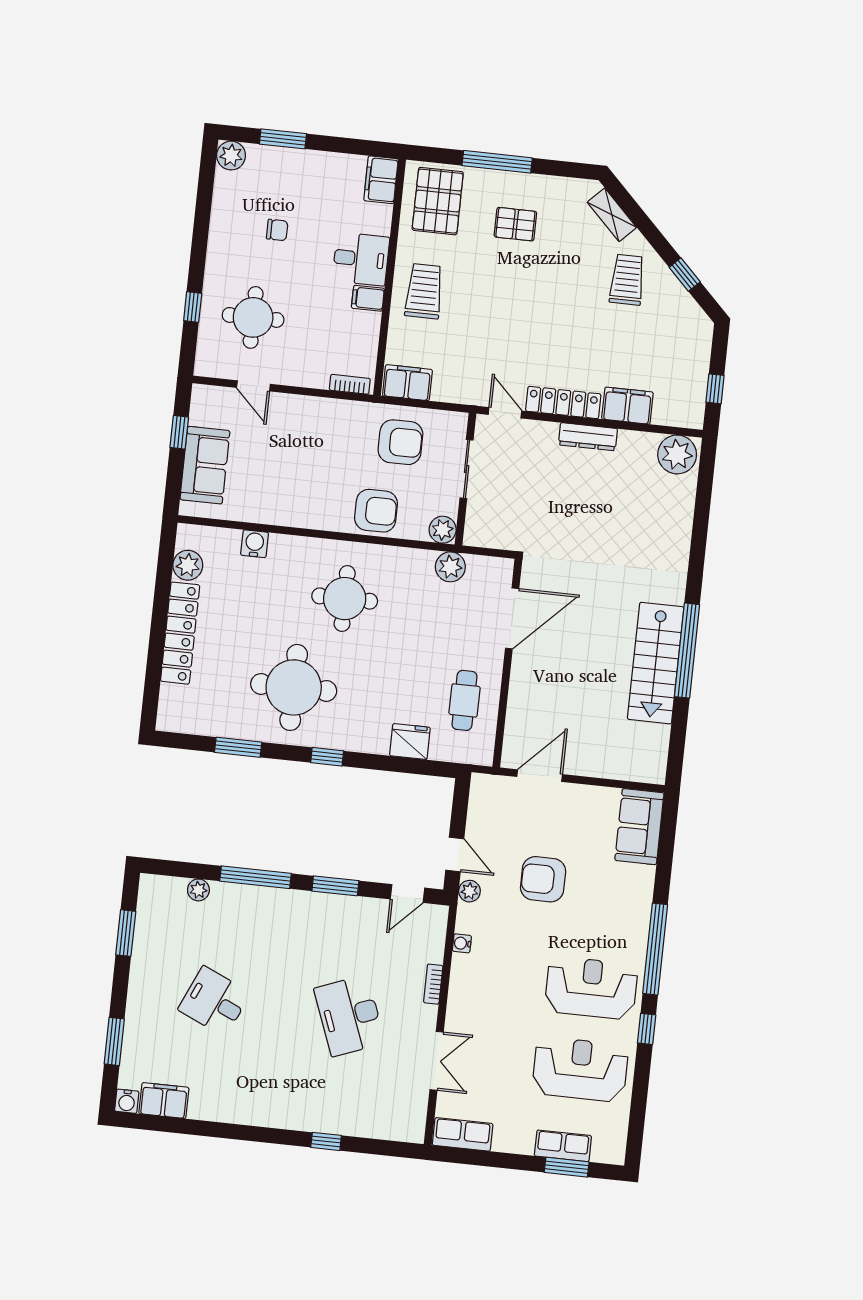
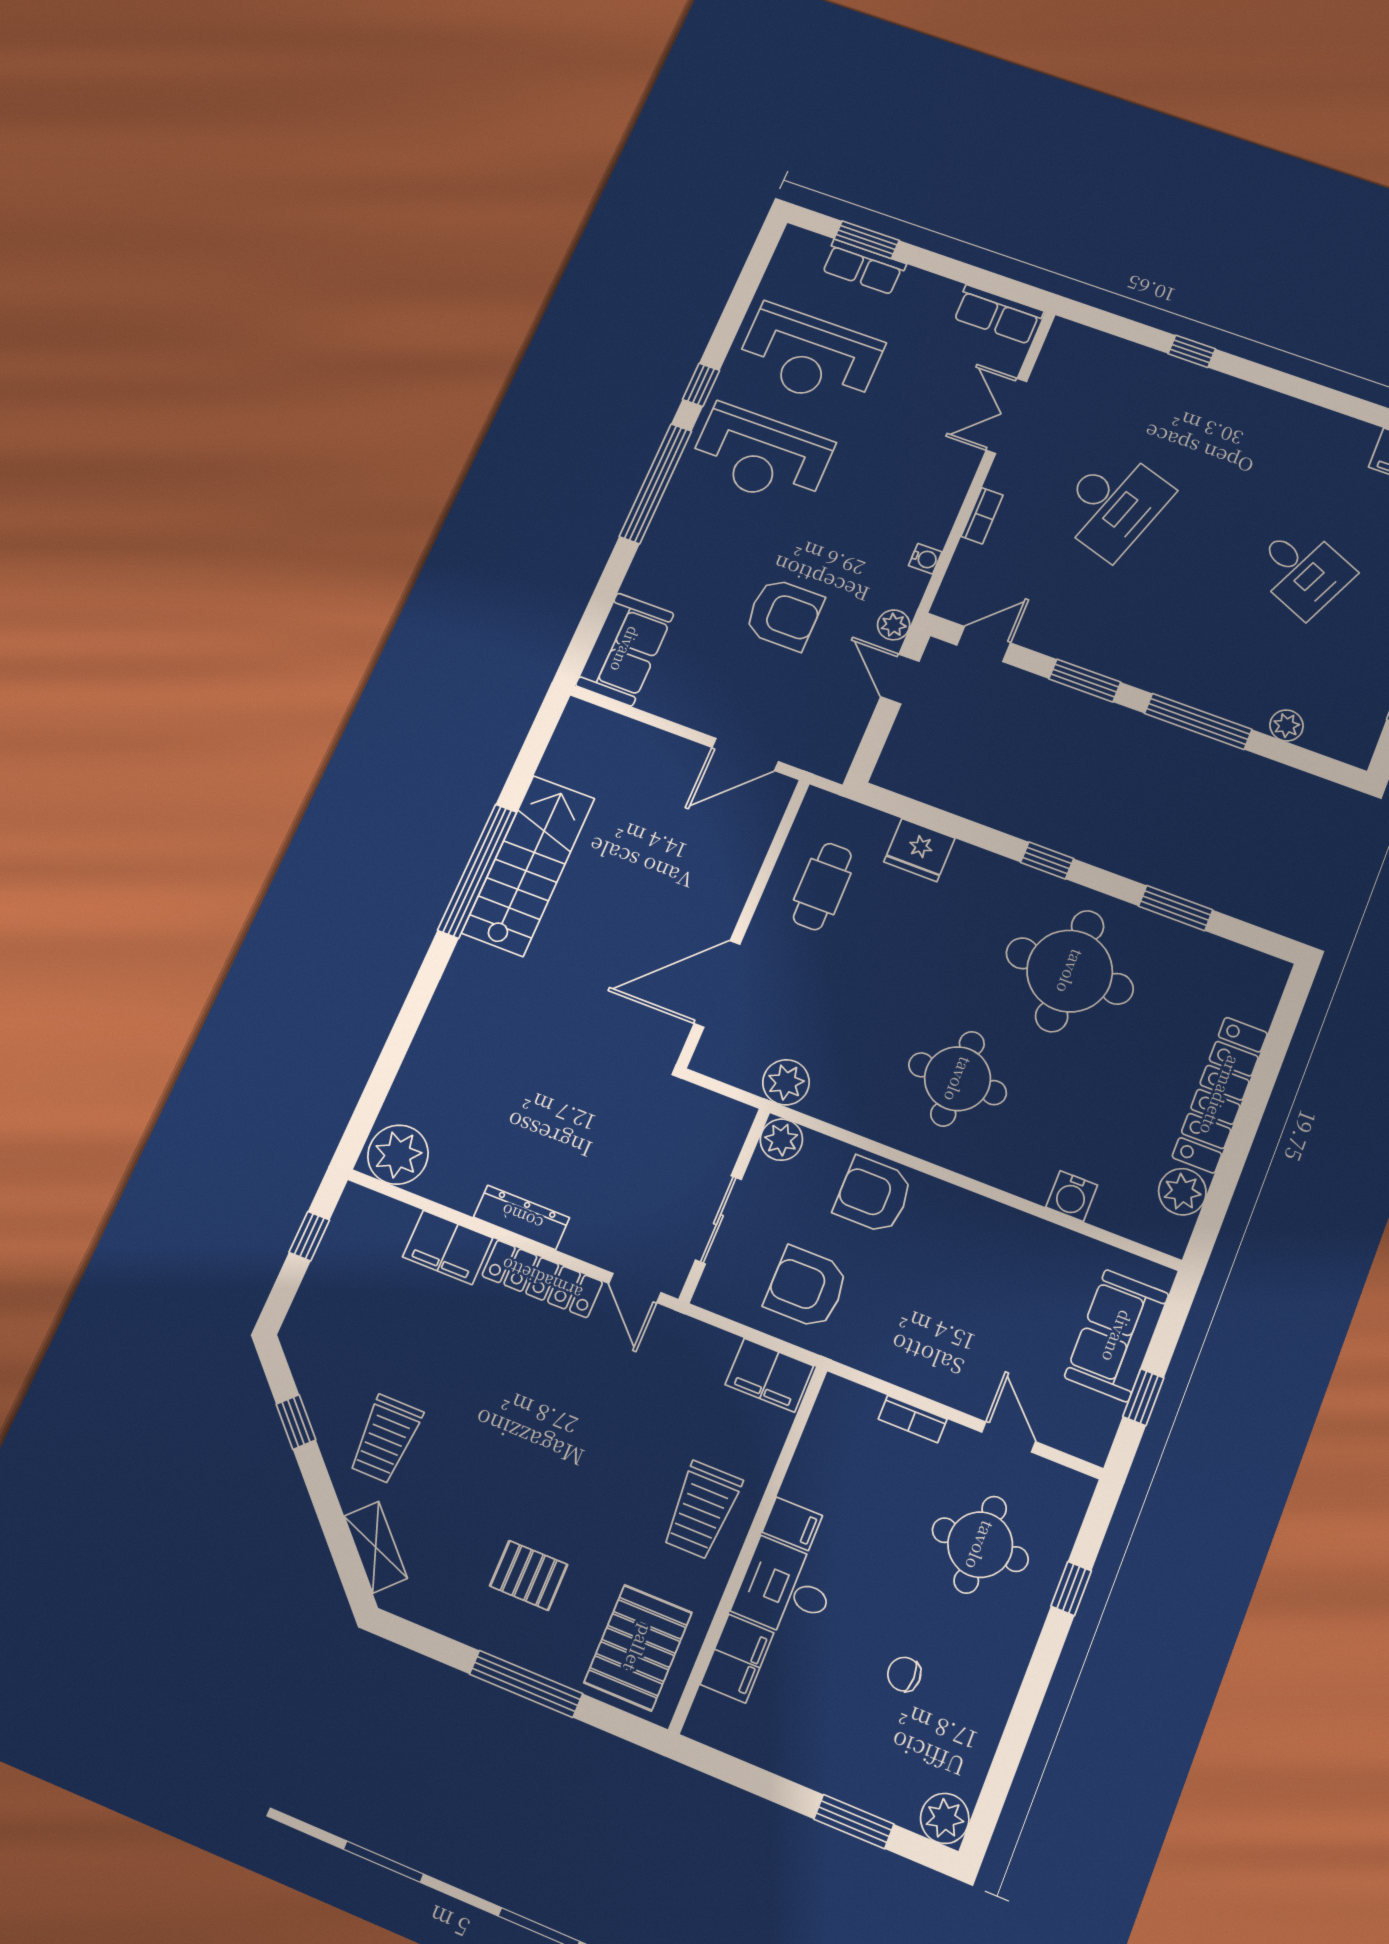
filing cabinet: (381, 180) -> (737, 1659), moved
bookcase: (350, 384) -> (913, 1419), moved
desk: (349, 1016) -> (1113, 504), turned 39

